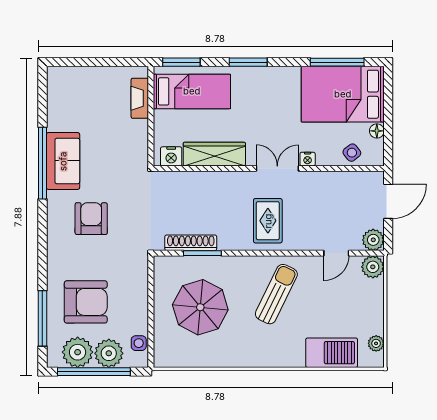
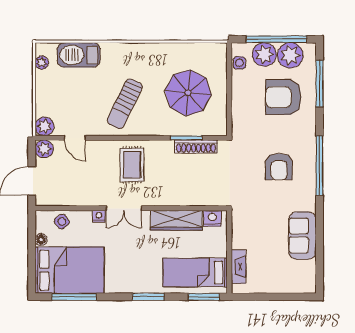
sofa: (63, 161) -> (302, 235), moved
window: (42, 163) -> (319, 166), moved
door: (336, 253) -> (75, 138), swing flipped

